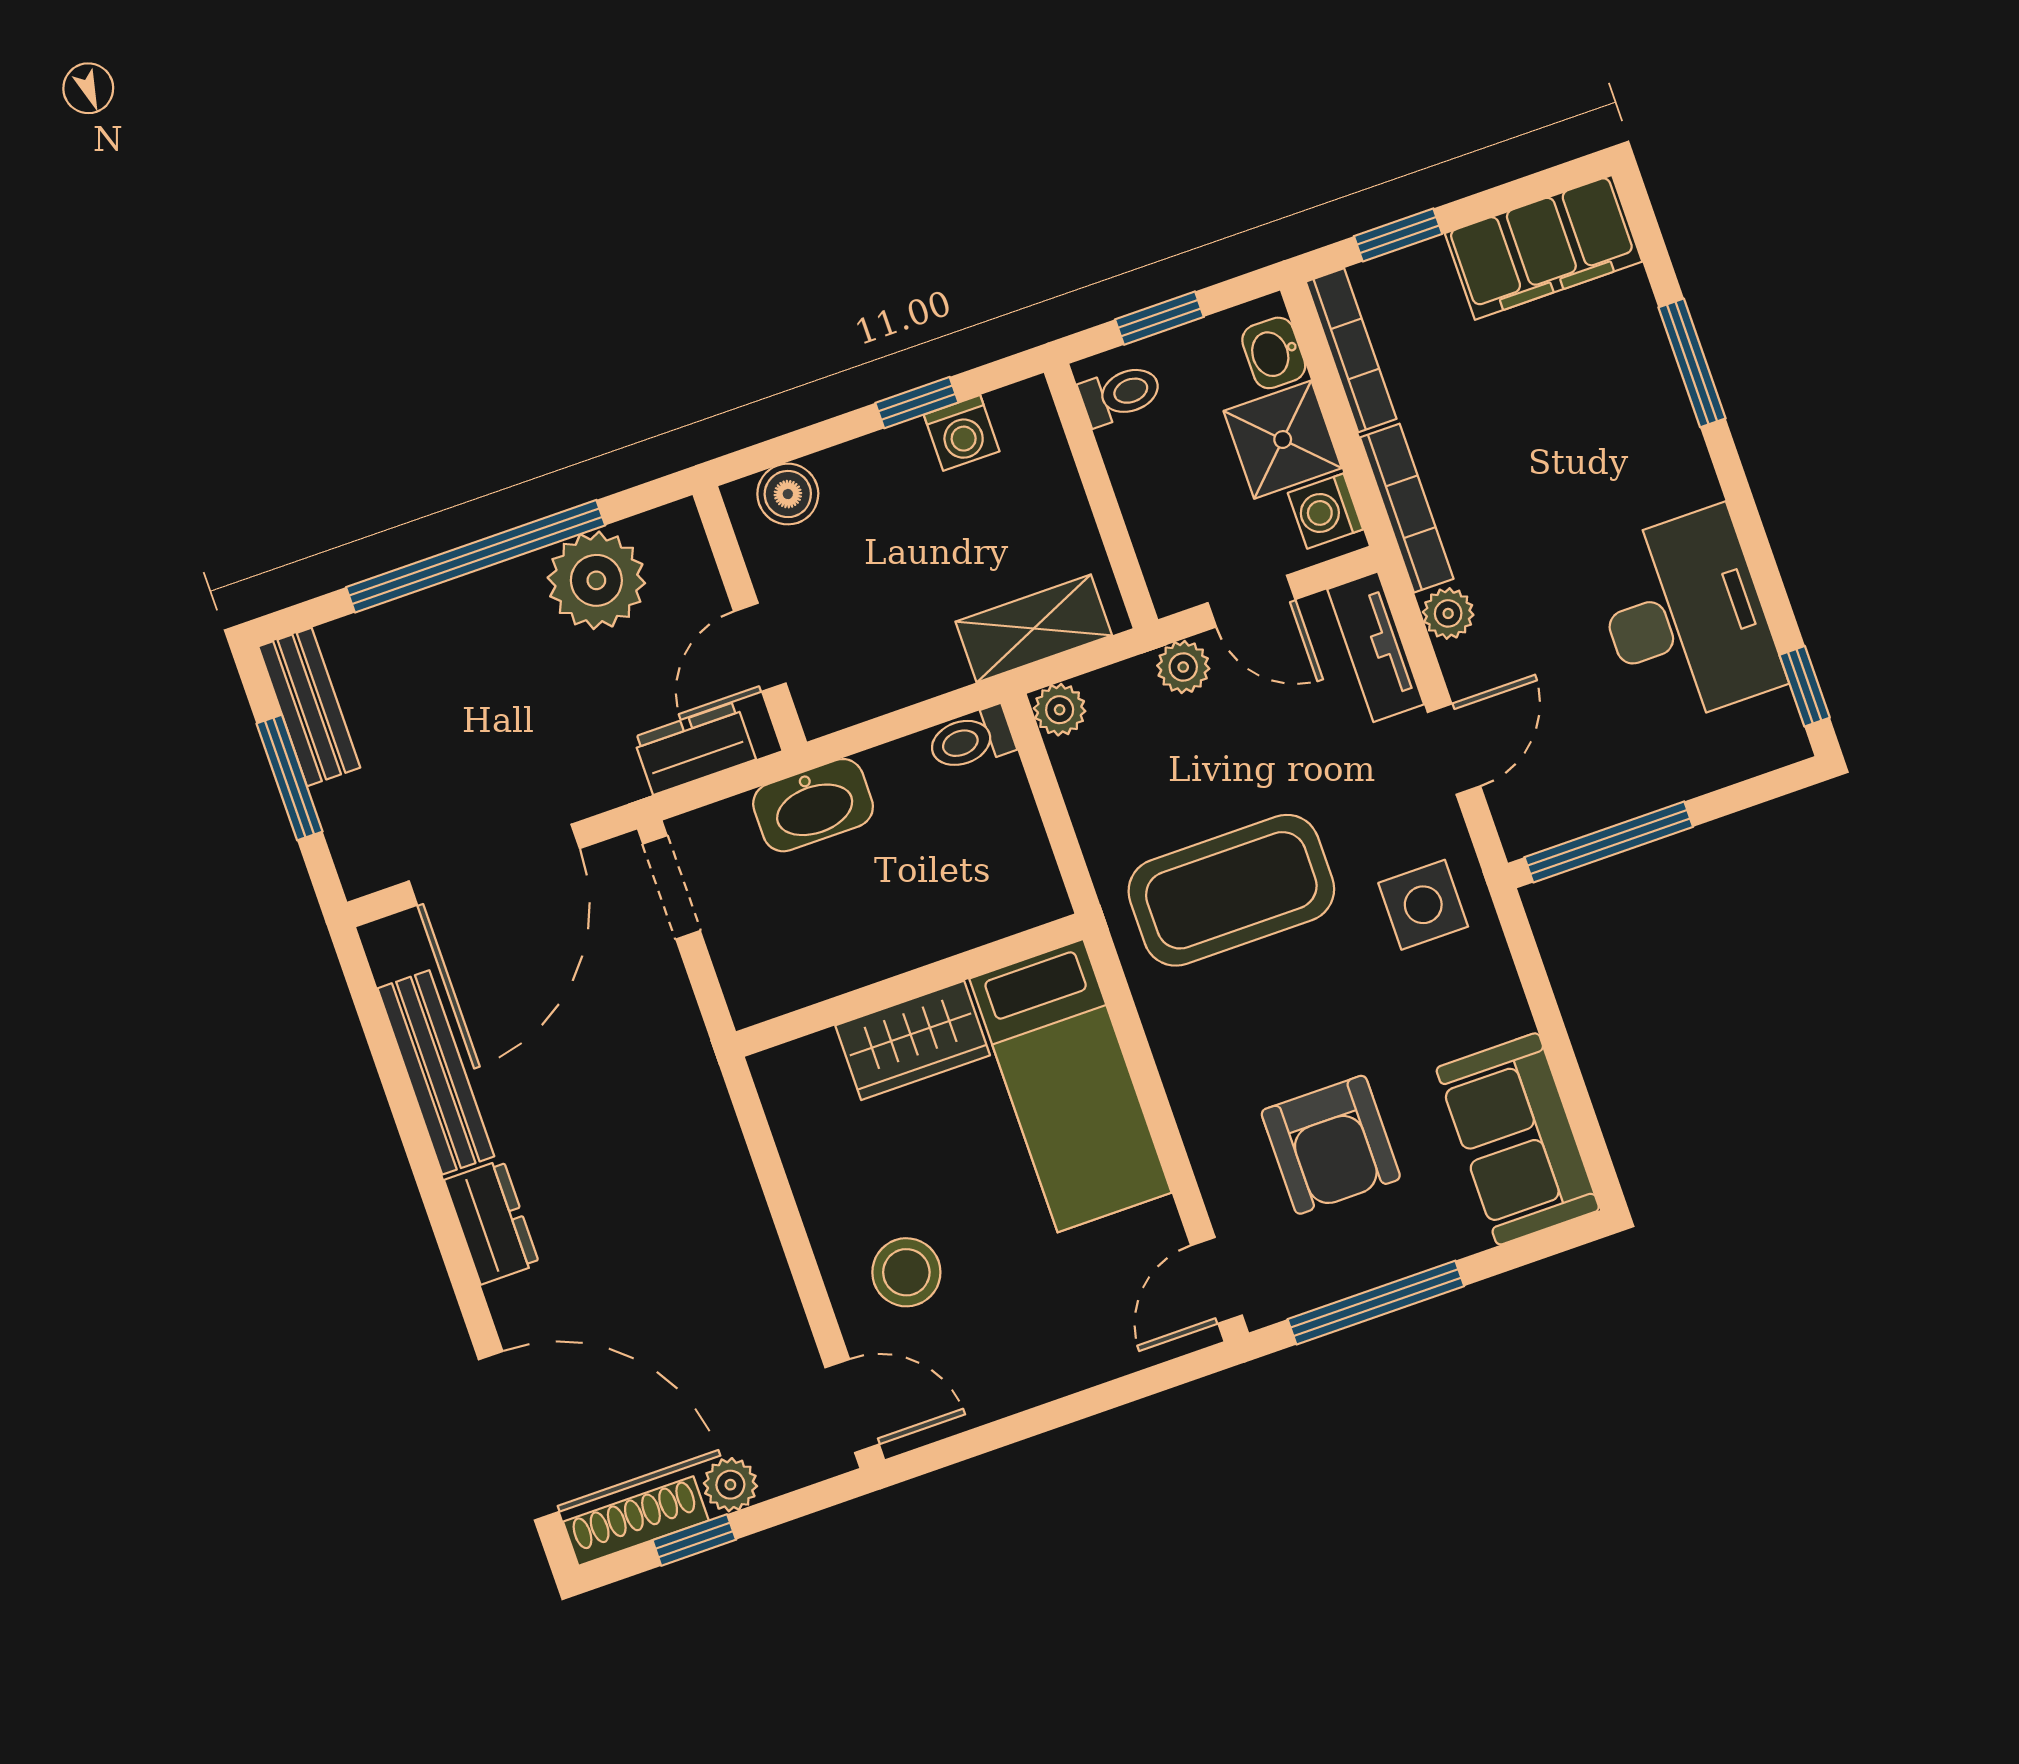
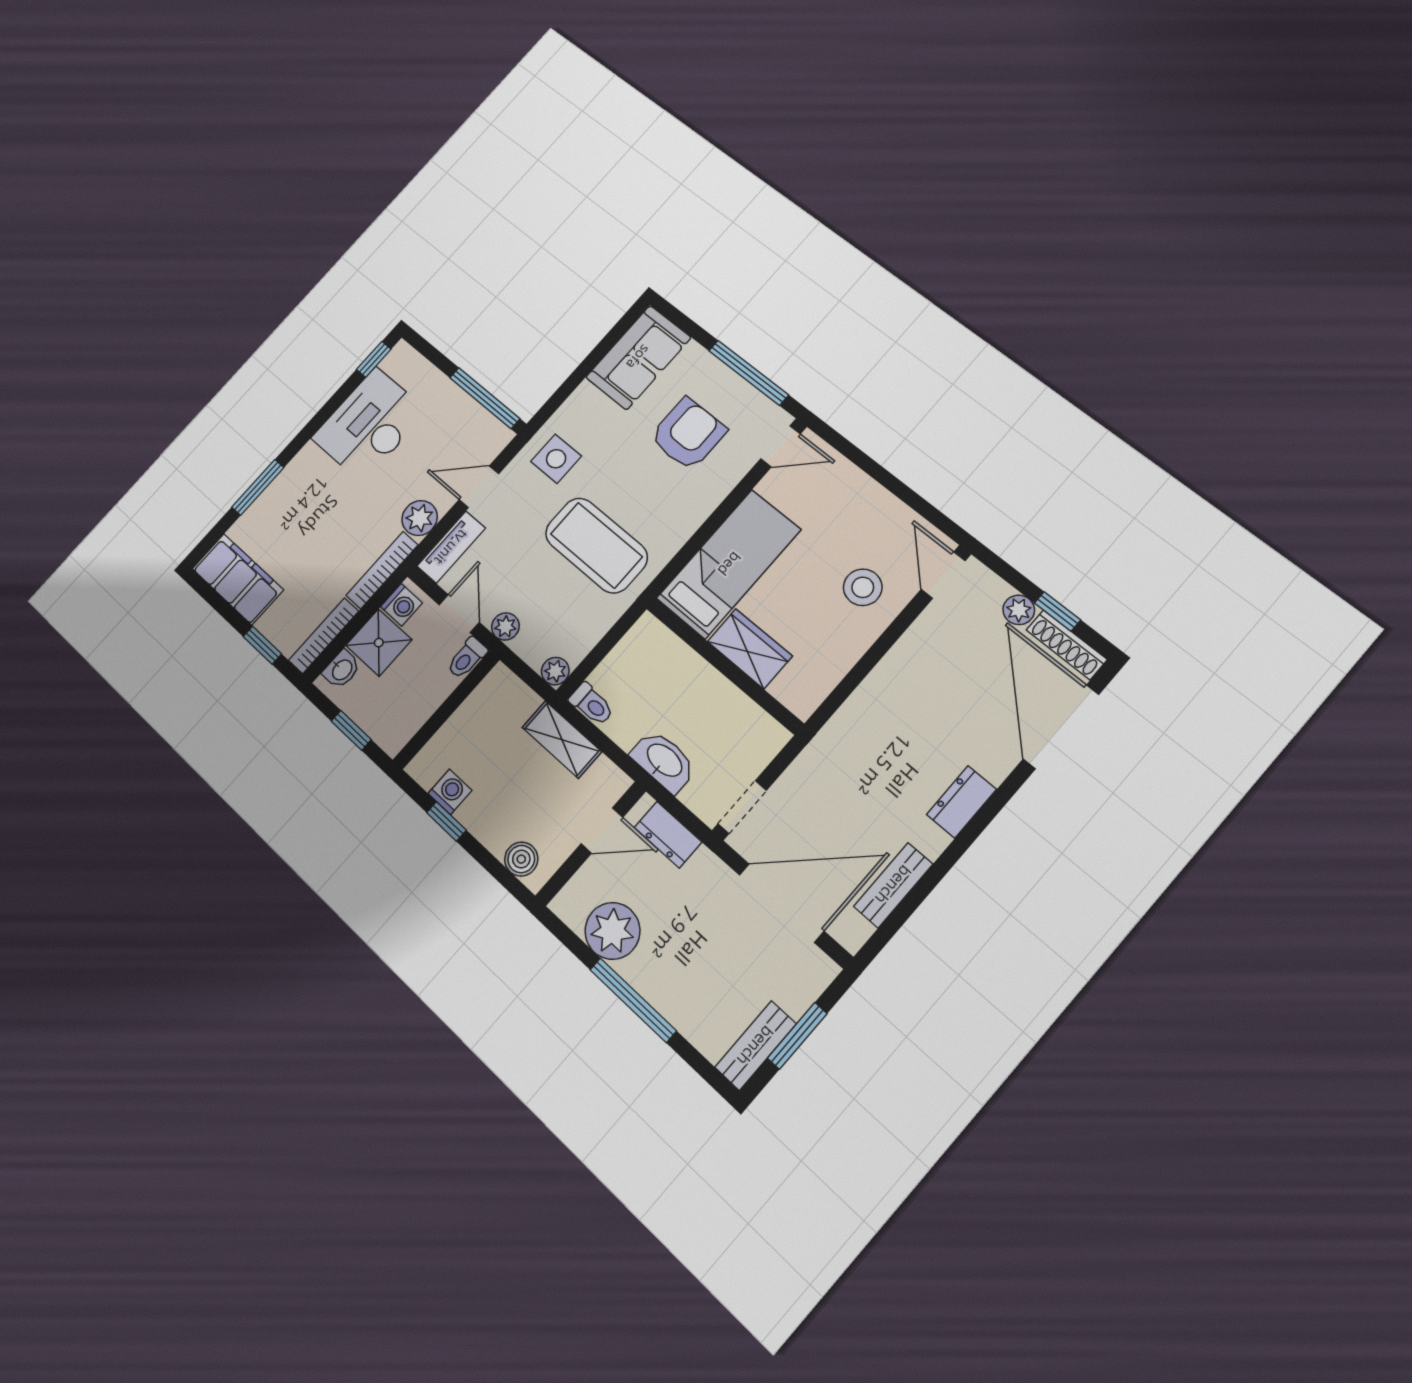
toilet: (1121, 394) -> (467, 658), moved, turned -90
window: (476, 556) -> (633, 1000), width x0.68
plant: (1448, 613) -> (420, 518), width x1.38, depth x1.38
shelving: (1034, 628) -> (562, 740), moved
bench: (436, 1072) -> (893, 885), width x0.73

